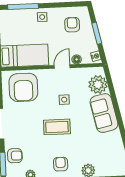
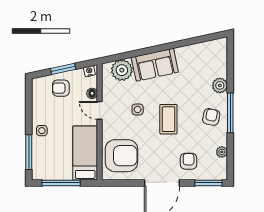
armchair: (72, 25) -> (61, 88), moved
armchair: (15, 156) -> (189, 161), moved
armchair: (61, 164) -> (211, 117), turned 102

